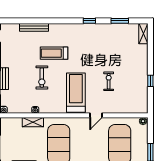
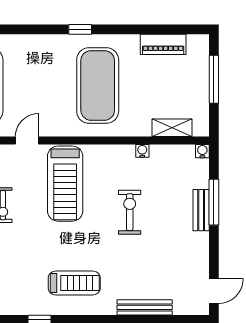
treadmill: (54, 53) -> (74, 283), moved
shelving: (33, 122) -> (172, 128), moved

